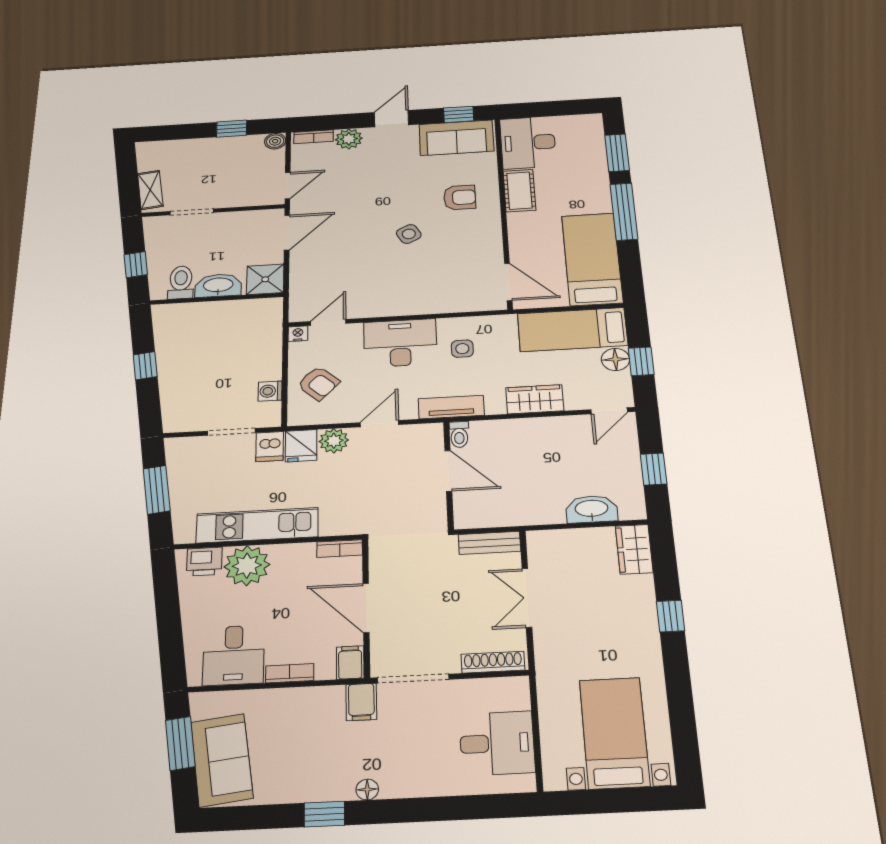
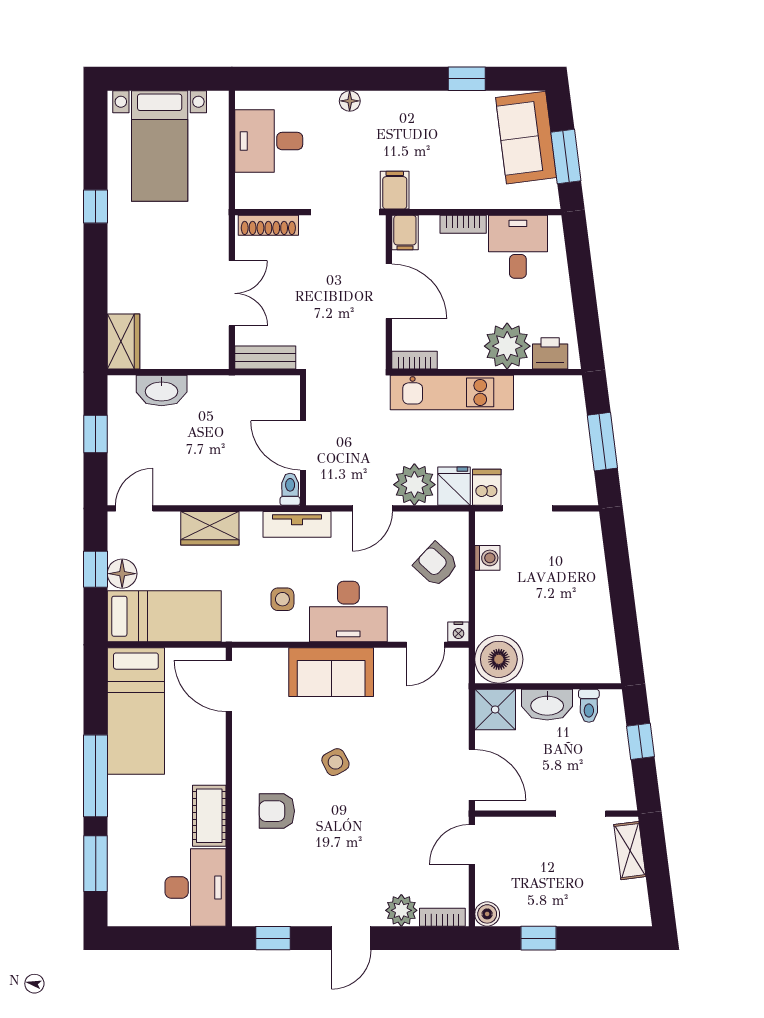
sofa: (456, 138) -> (331, 672), moved, turned 180
door: (287, 232) -> (472, 775), swing flipped
toilet: (181, 282) -> (589, 706), width x0.73, depth x0.72
boiler: (261, 316) -> (499, 659), added
window: (145, 366) -> (623, 601), removed
plant: (334, 441) -> (414, 485), width x1.36, depth x1.36
kitchen unit: (257, 525) -> (452, 392), moved
window: (670, 616) -> (96, 206), moved
floor lamp: (367, 789) -> (350, 101), moved
window: (324, 814) -> (467, 79), moved

